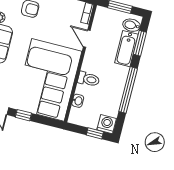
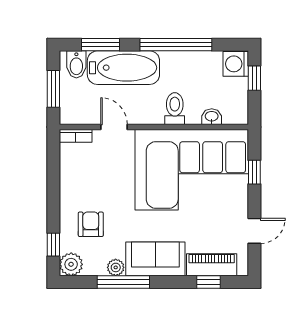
door: (87, 39) -> (114, 127), swing flipped
bathtub: (126, 49) -> (123, 68), width x1.36, depth x1.36
window: (23, 115) -> (254, 172), moved

